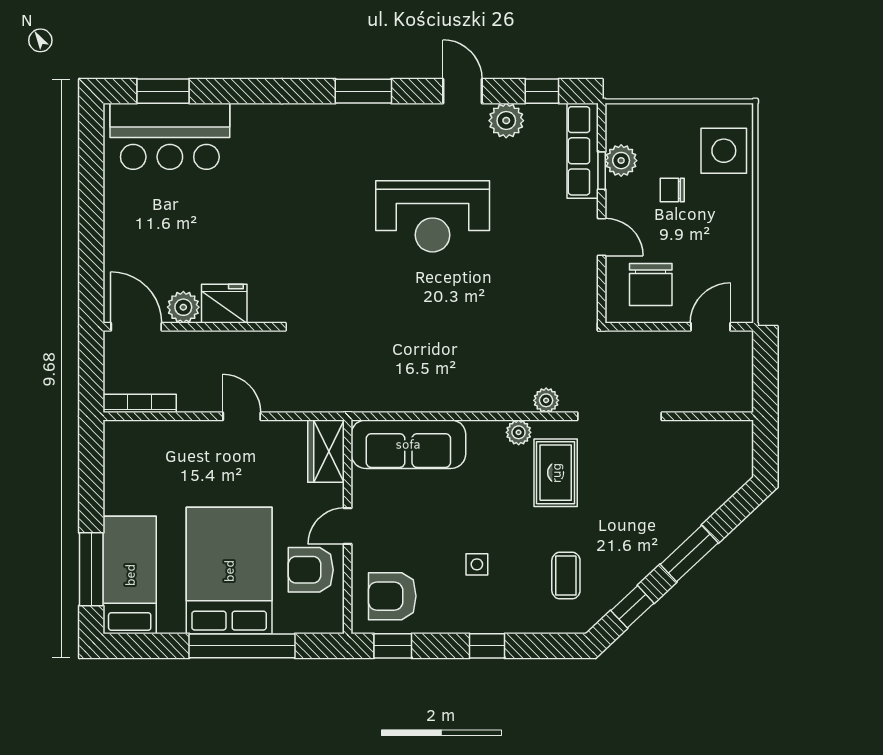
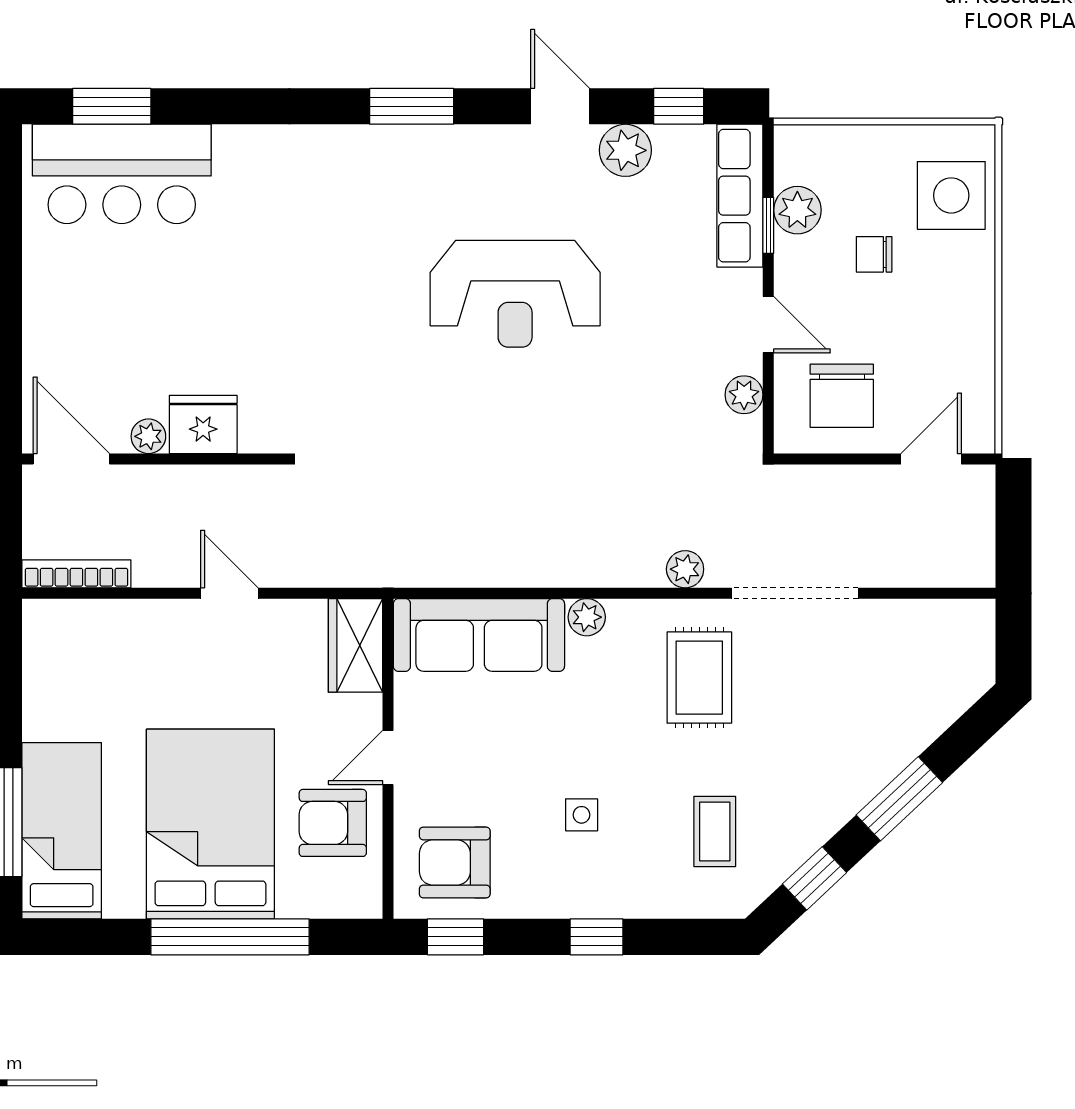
plant: (585, 284) -> (744, 395), added
plant: (183, 307) -> (148, 436), width x0.73, depth x0.73
plant: (519, 432) -> (587, 617), moved

